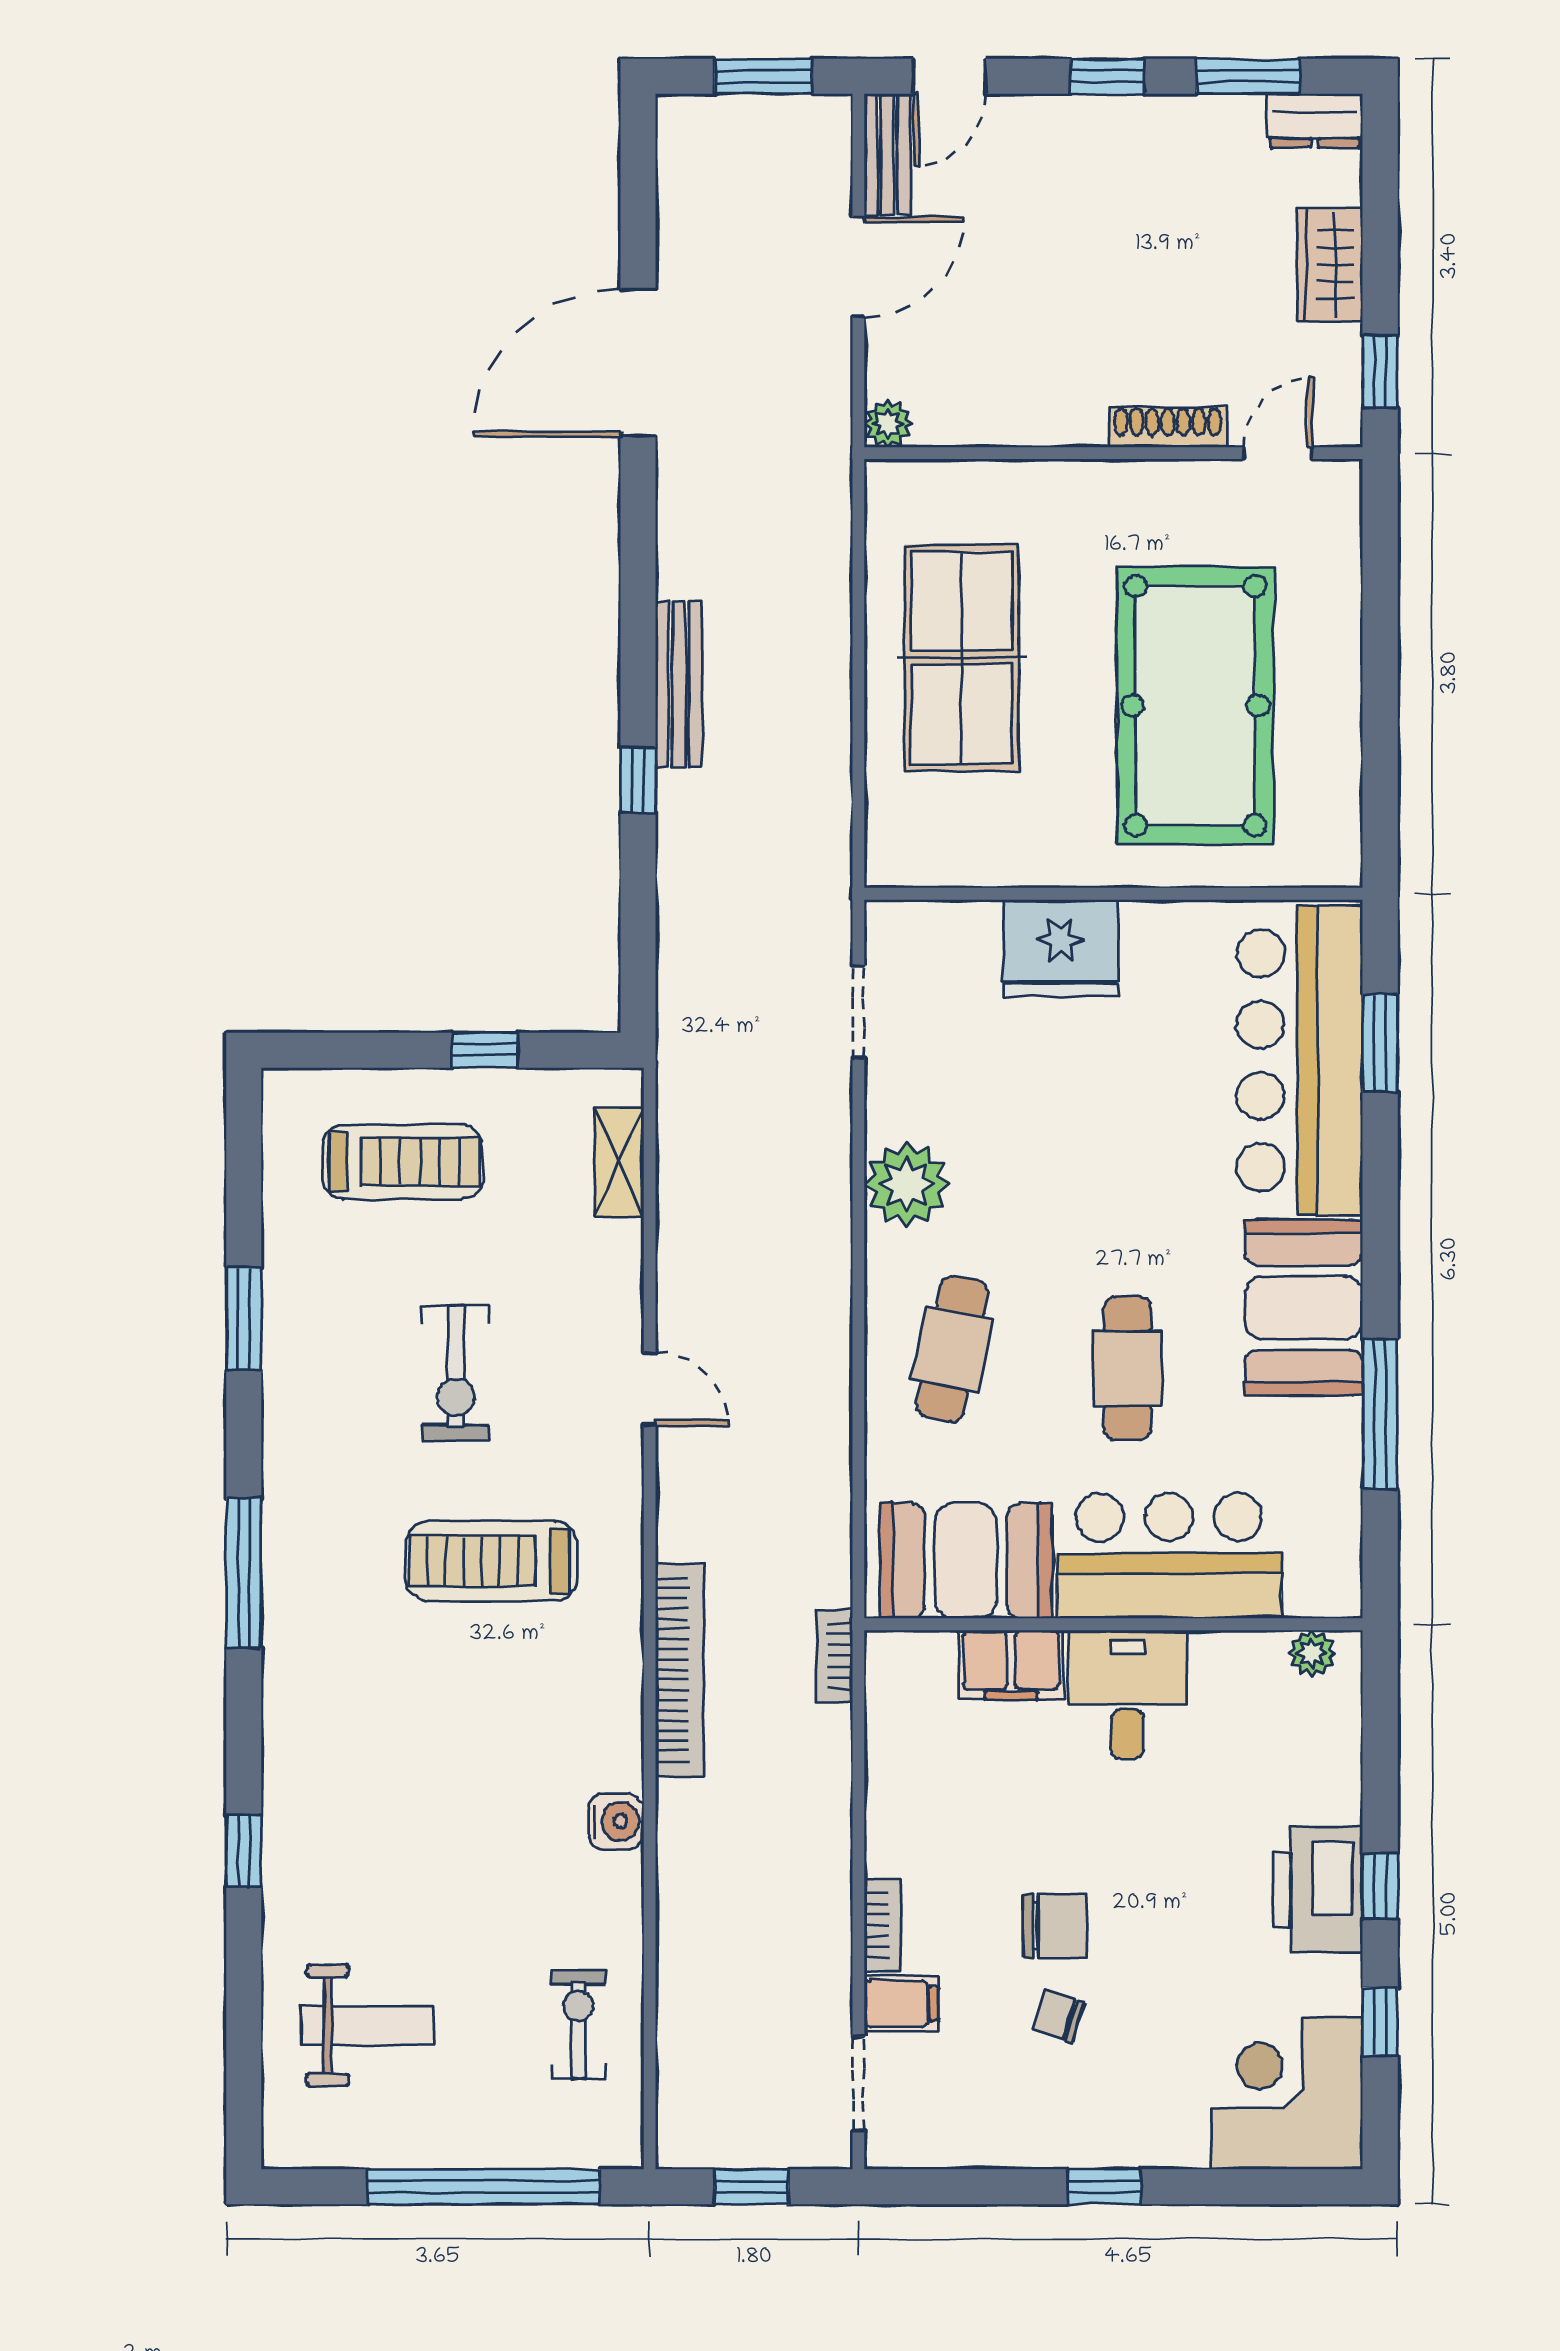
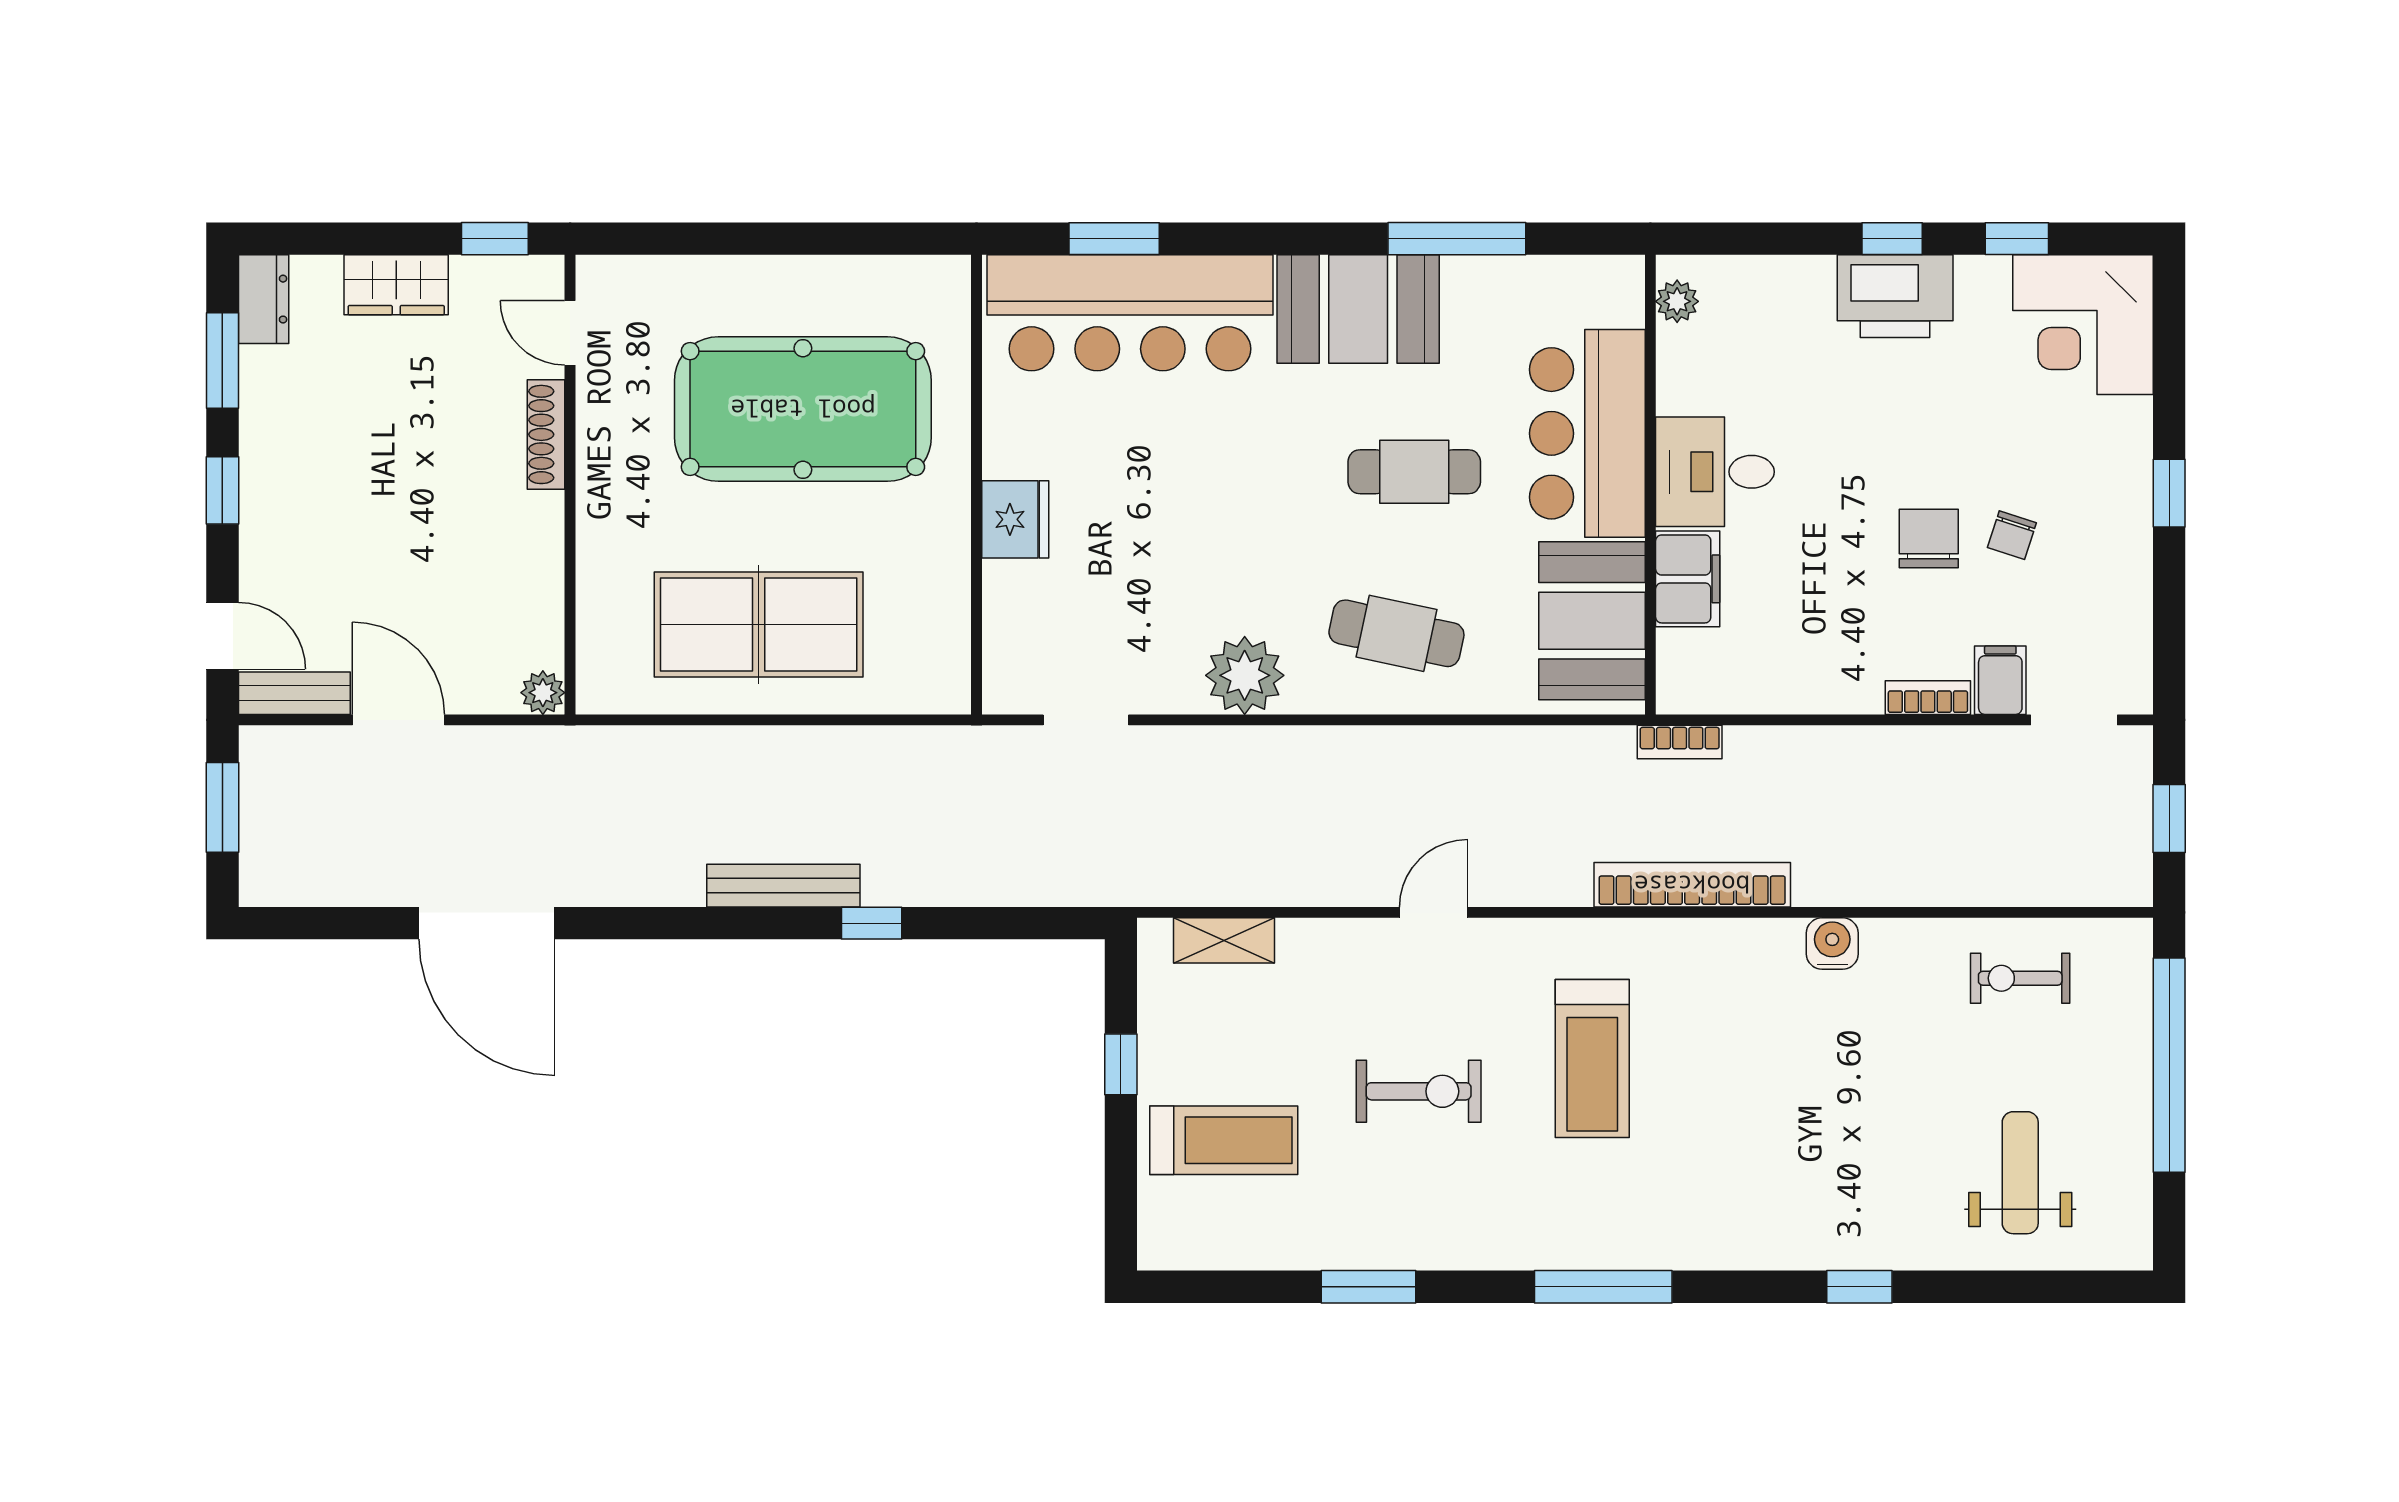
fridge: (1061, 948) -> (1015, 519), width x0.73, depth x0.75
treadmill: (403, 1162) -> (1224, 1140), turned 90

